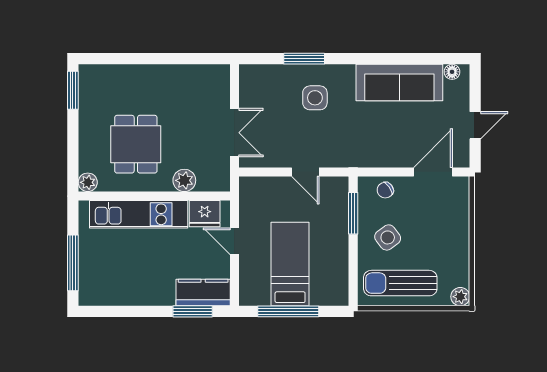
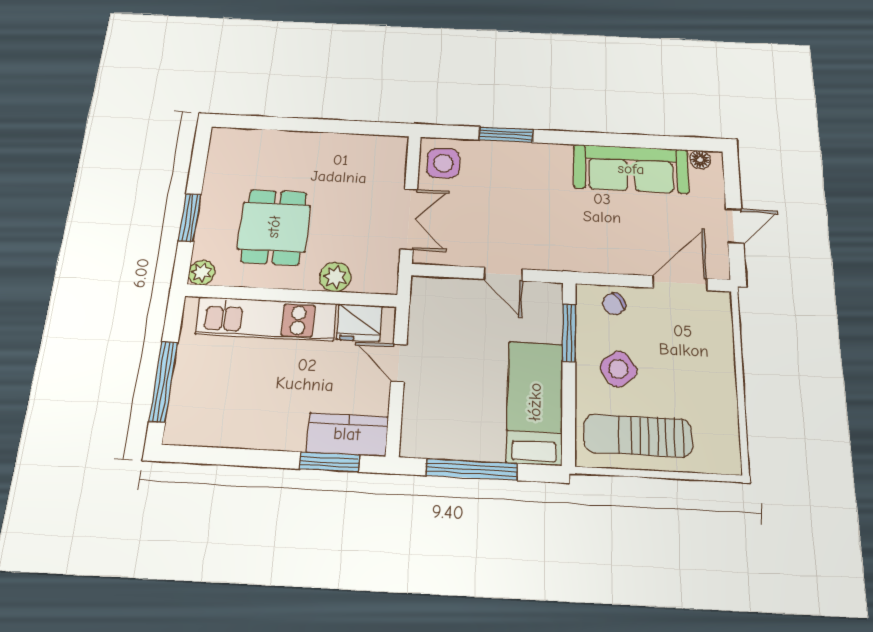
window: (73, 90) -> (190, 217), moved
side table: (315, 98) -> (443, 163), moved
bed: (290, 264) -> (535, 402), moved
plant: (460, 297) -> (728, 461), removed

